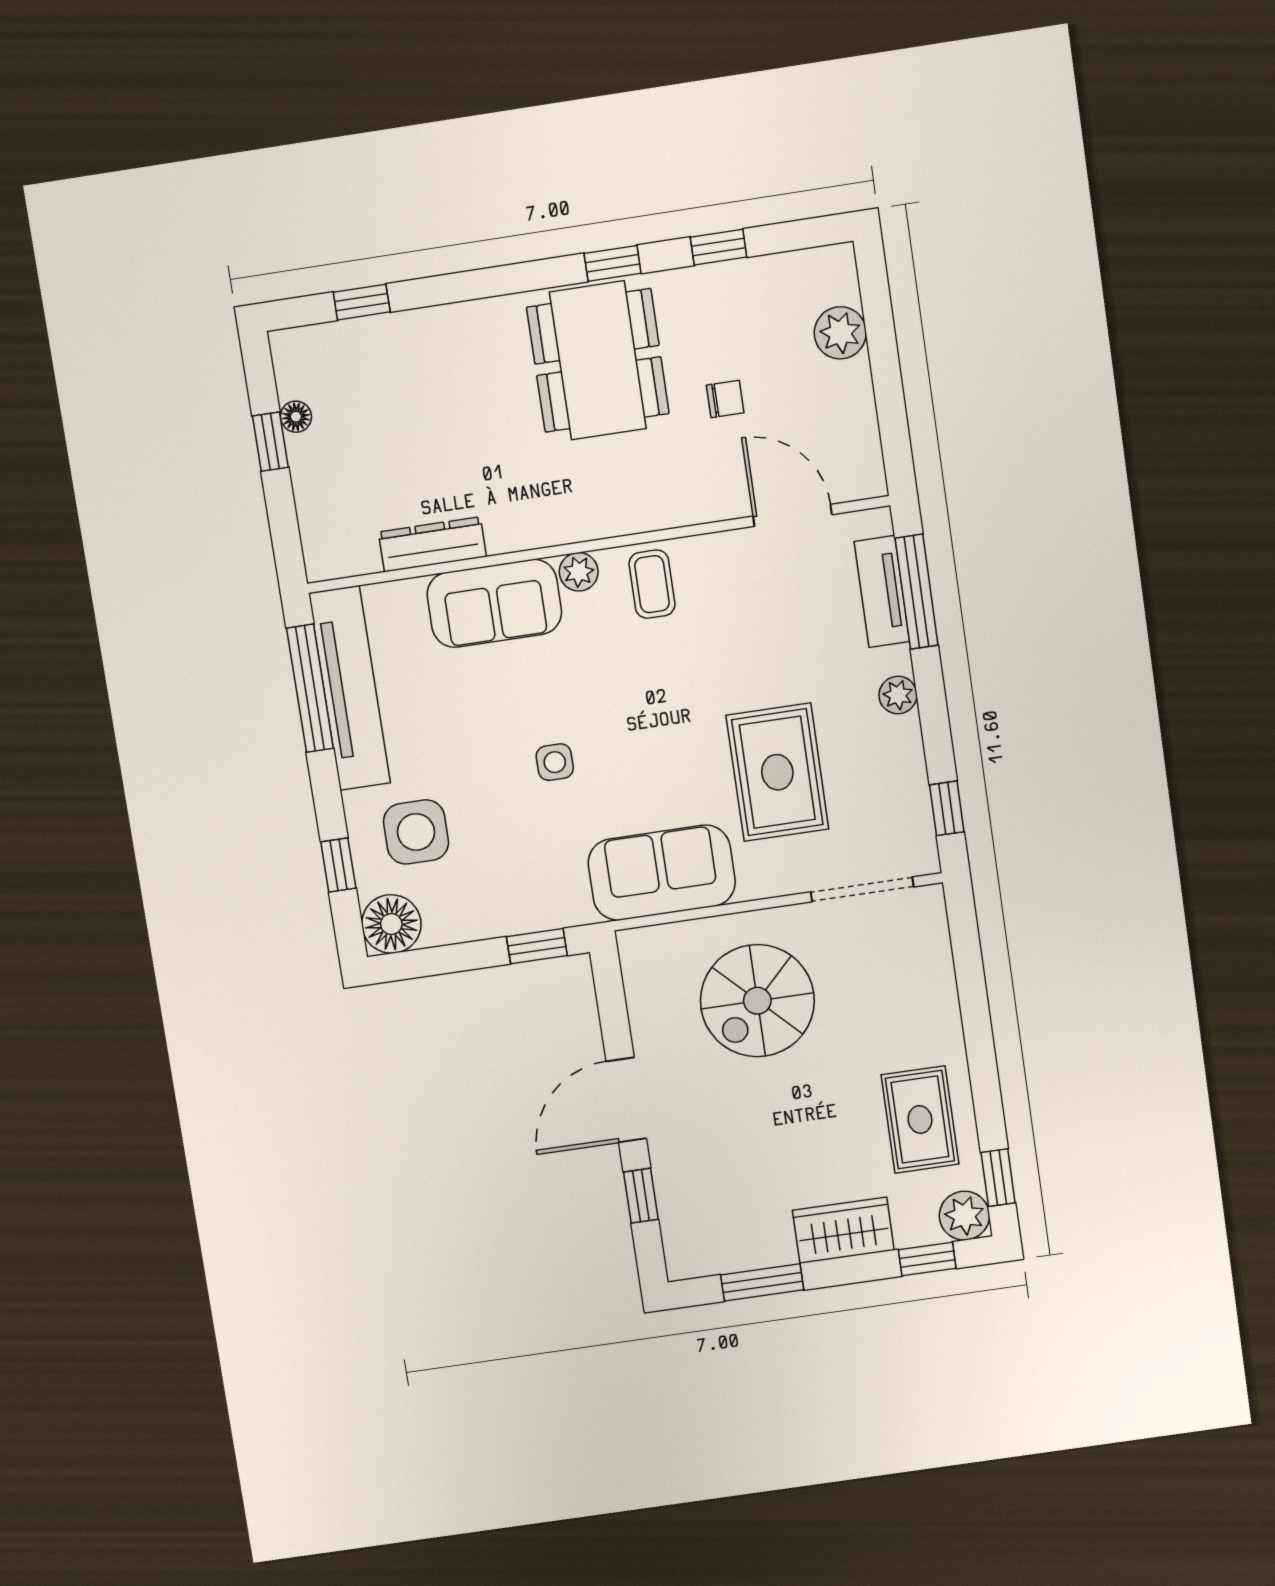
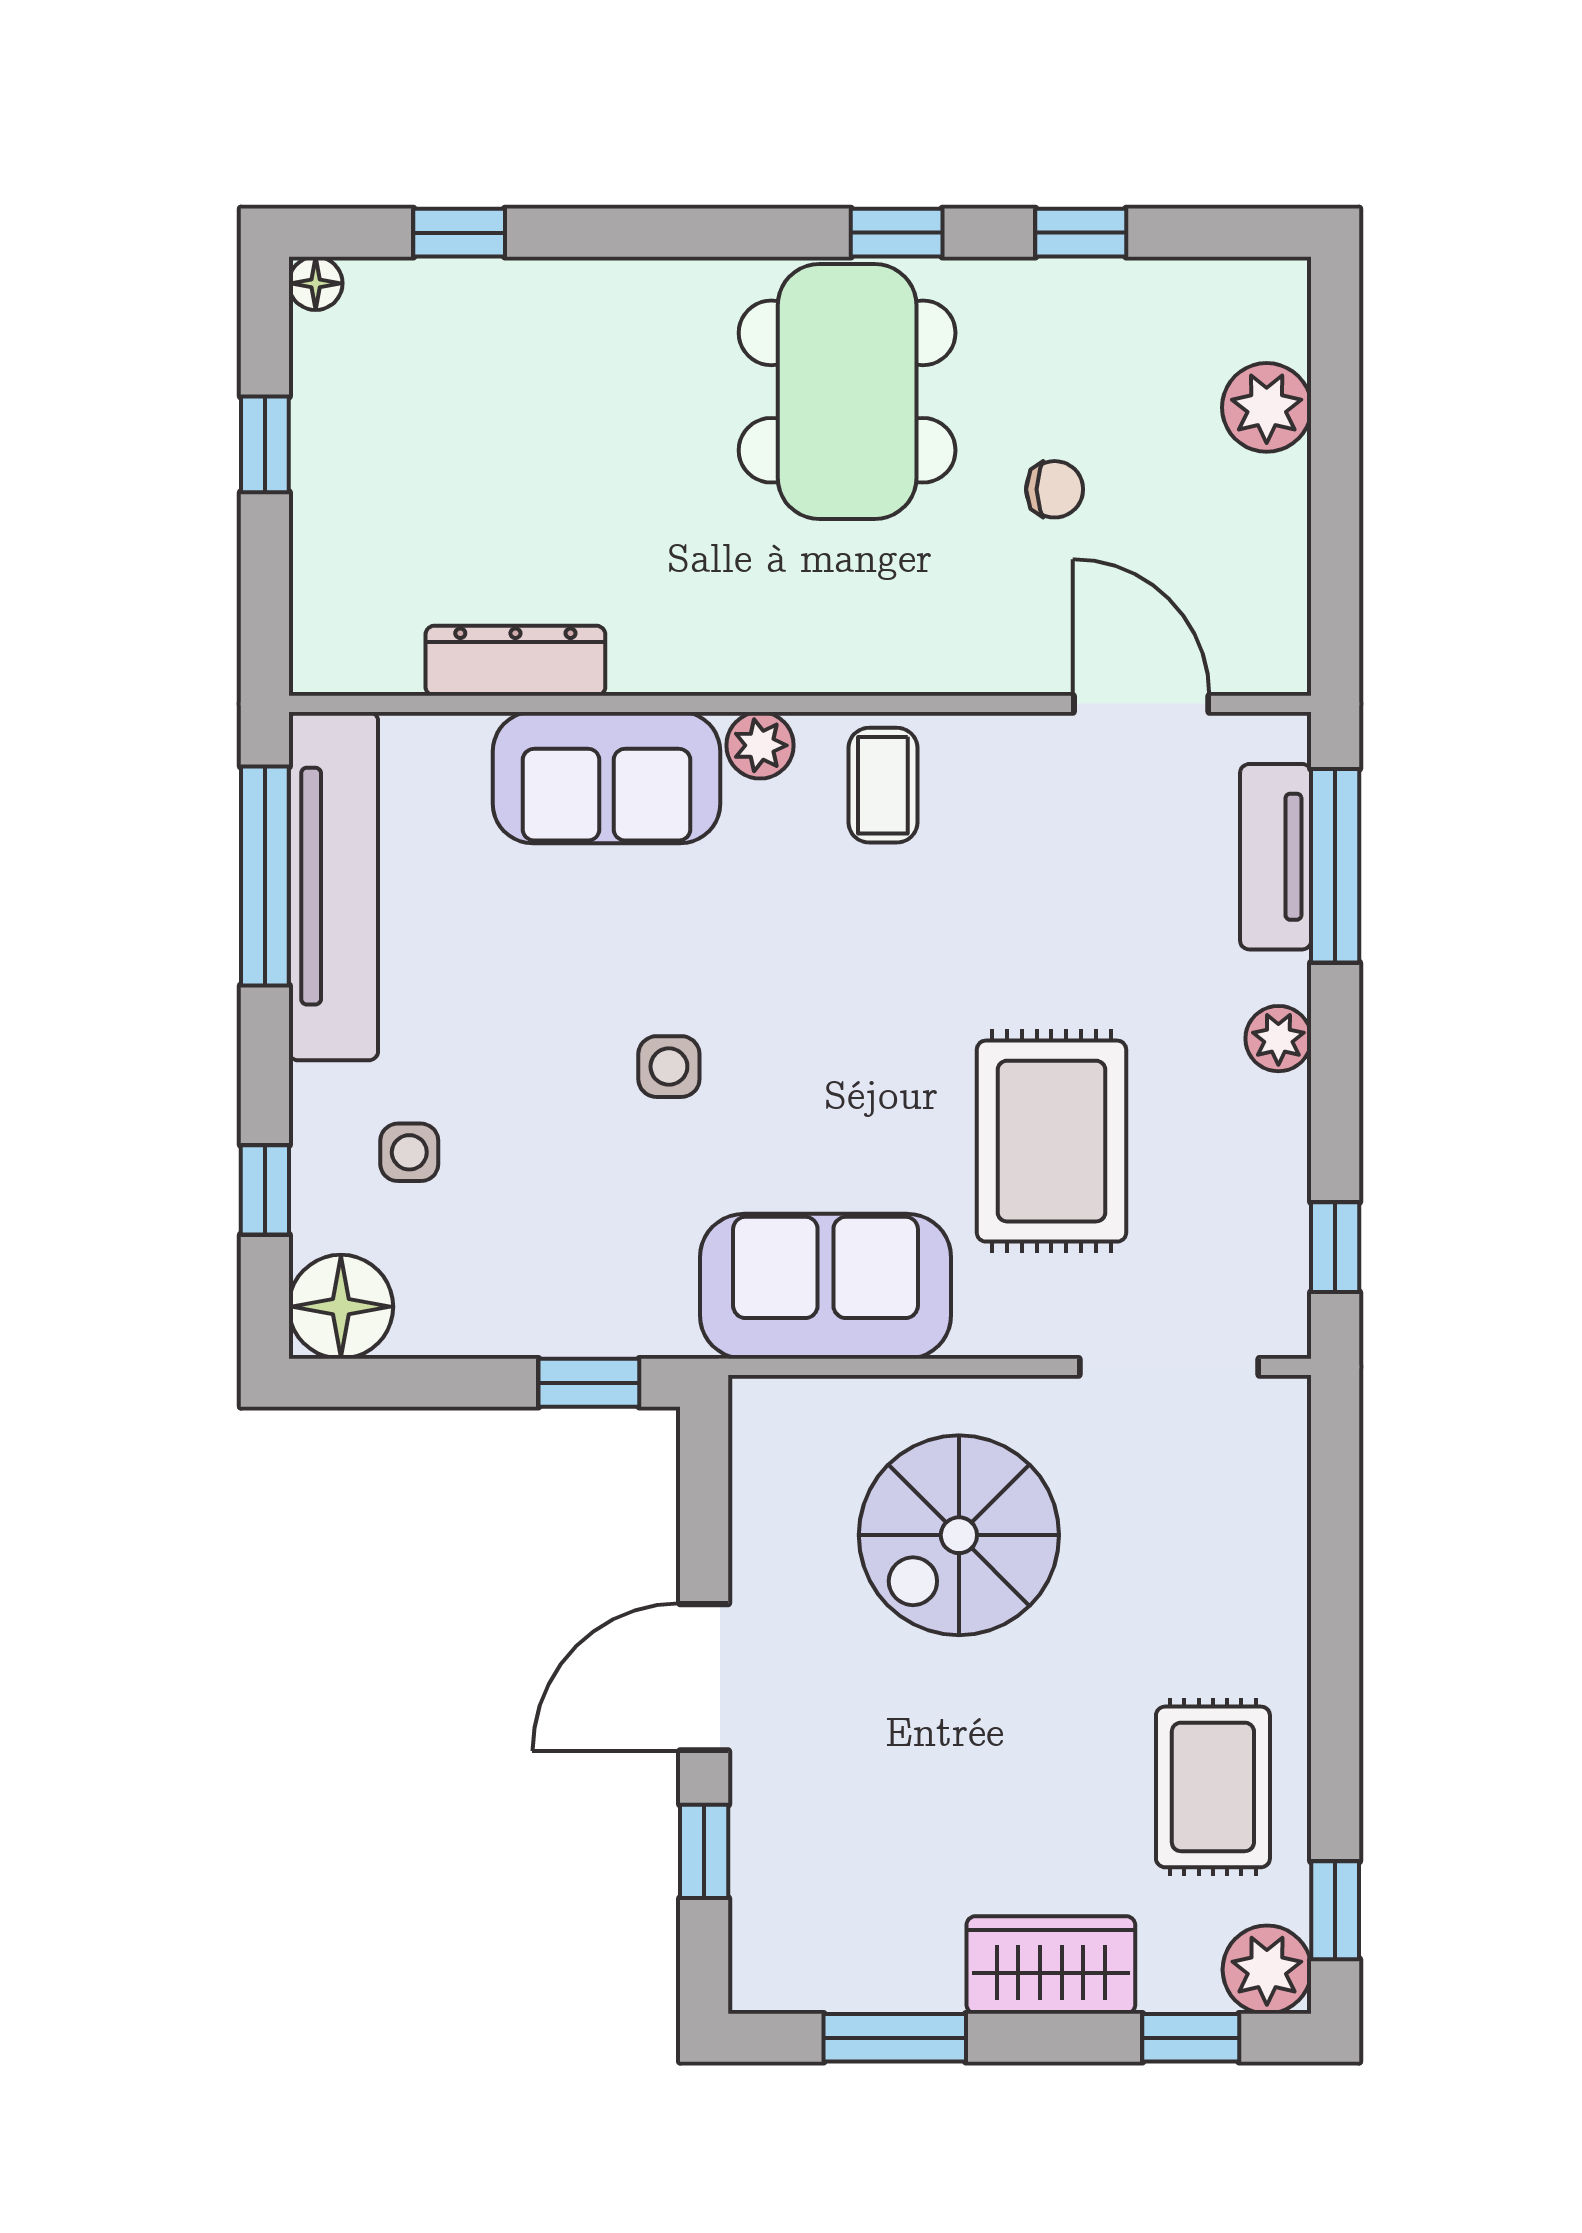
floor lamp: (296, 417) -> (316, 283), moved
side table: (416, 832) -> (409, 1152), width x0.54, depth x0.54

